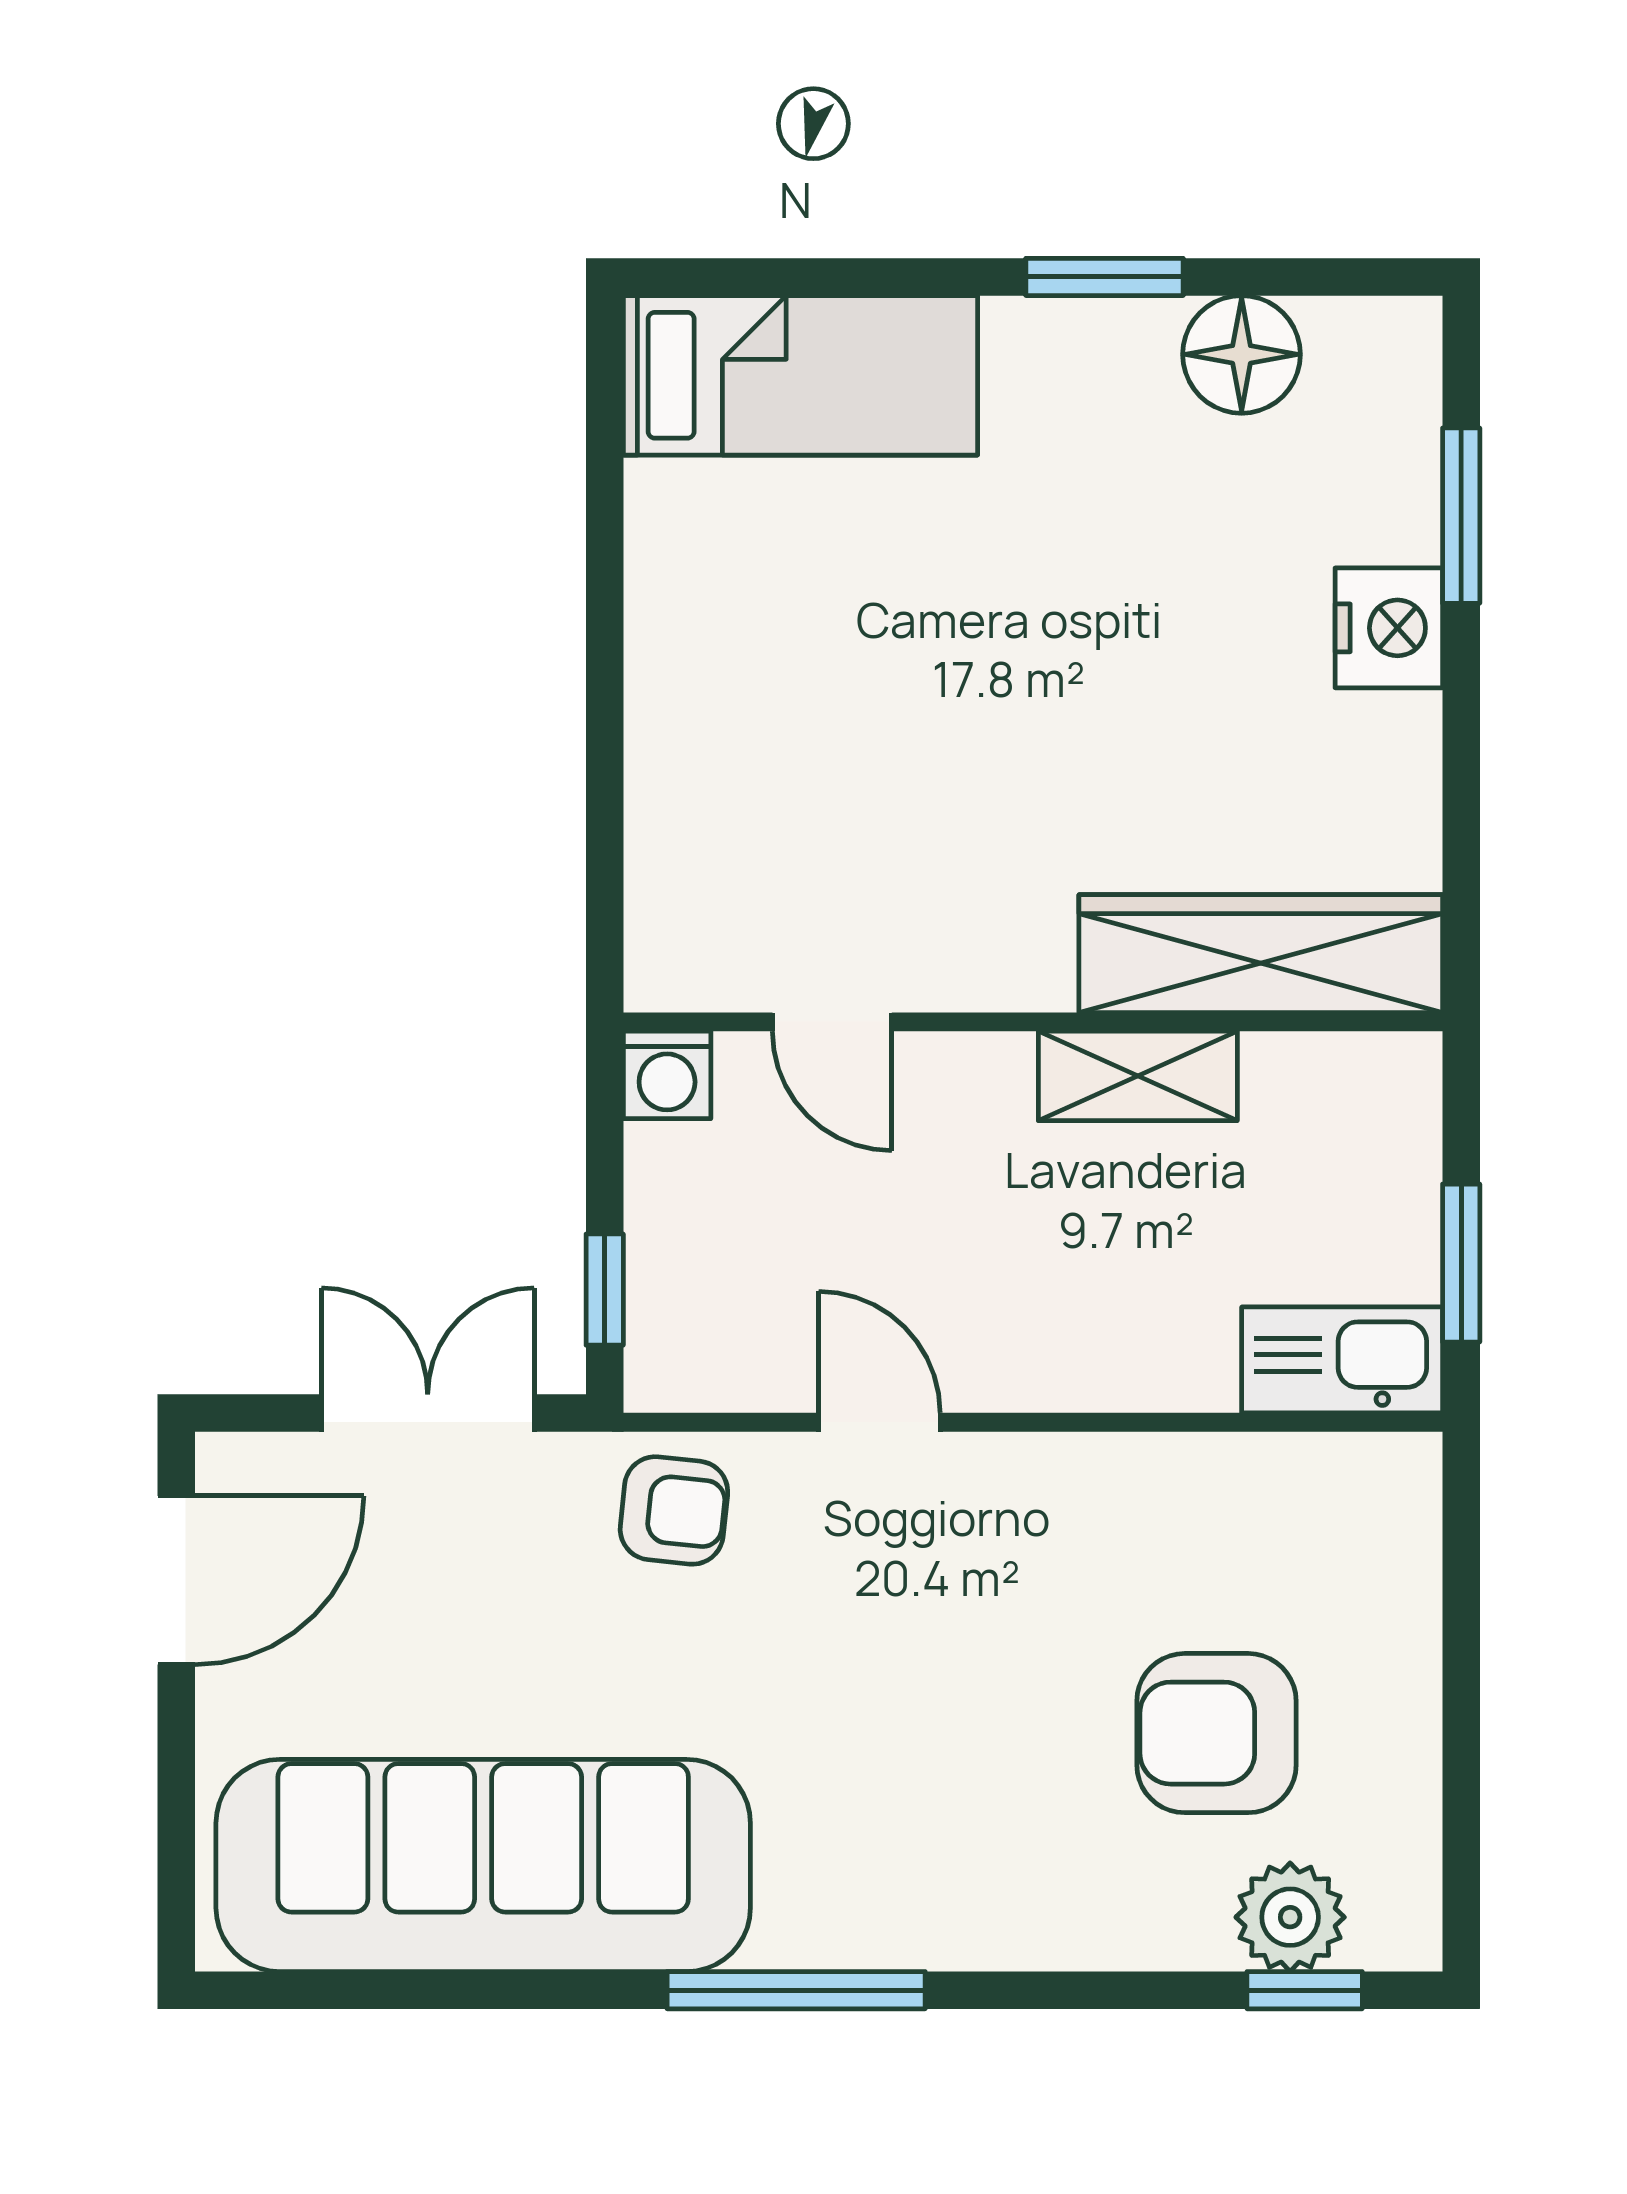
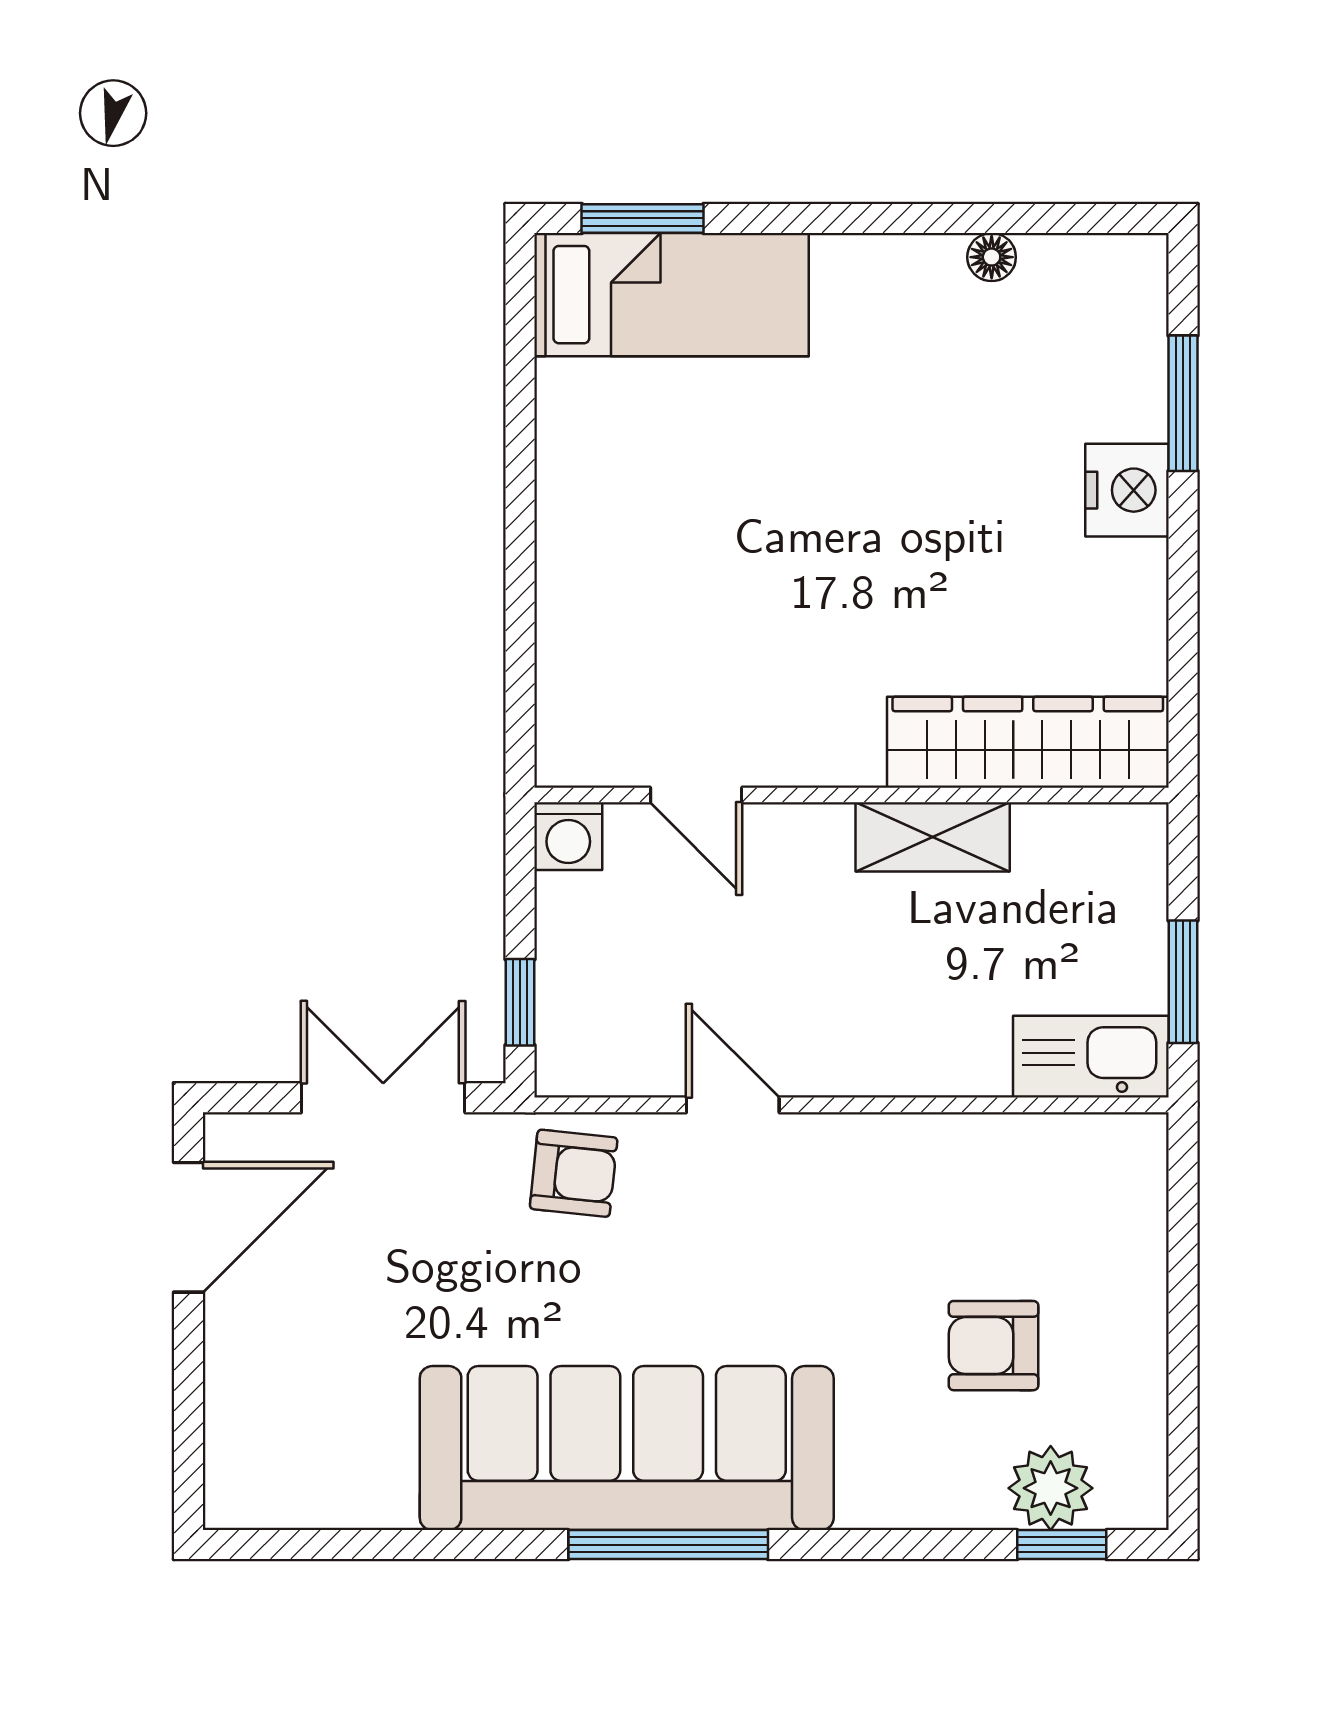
window: (1104, 277) -> (643, 218), moved
floor lamp: (1242, 354) -> (992, 257), width x0.53, depth x0.53
armchair: (1216, 1733) -> (994, 1346), width x0.72, depth x0.72
sofa: (483, 1865) -> (627, 1448), moved

